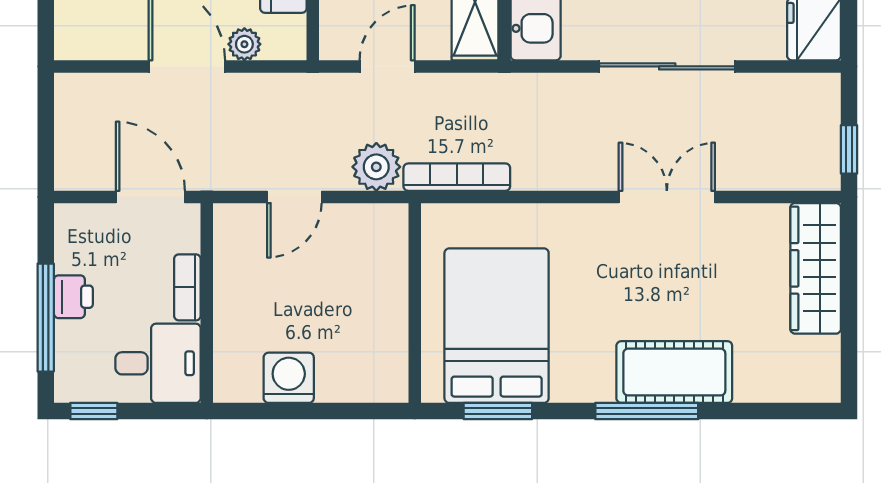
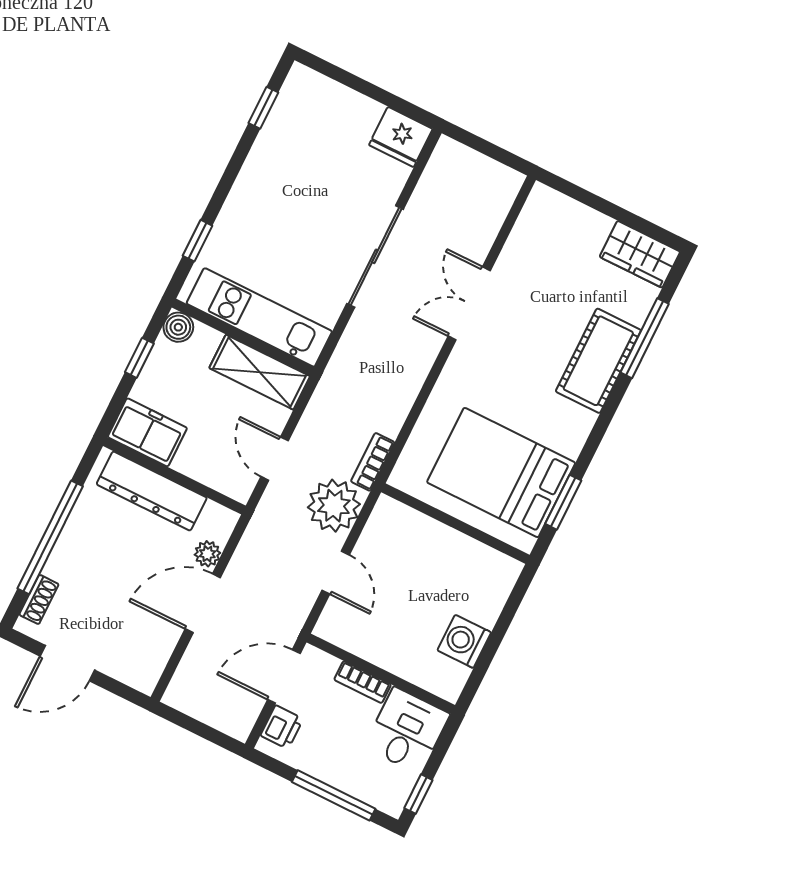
window: (849, 149) -> (500, 155), removed
plant: (376, 167) -> (334, 506), width x1.36, depth x1.36
bookcase: (457, 177) -> (373, 462), width x0.64
wardrobe: (816, 268) -> (640, 254), moved, width x0.67
printer: (73, 297) -> (282, 727), moved, turned 90
window: (647, 411) -> (645, 338), moved

